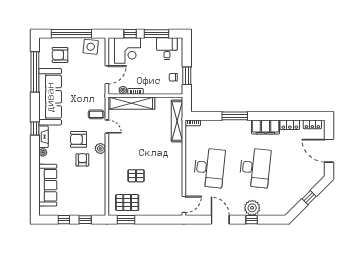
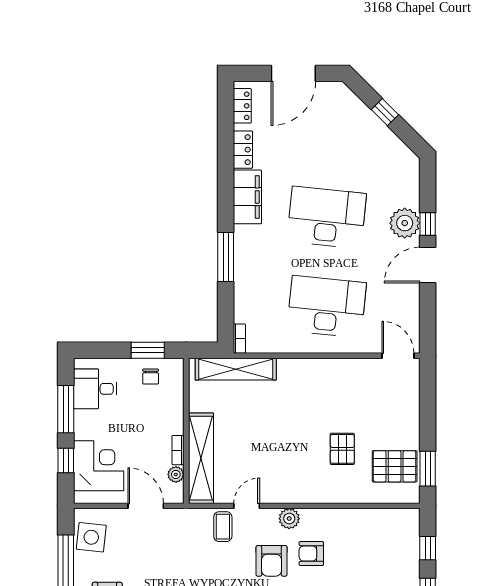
pallet: (127, 203) -> (395, 466), turned 90
door: (220, 220) -> (428, 265), moved

